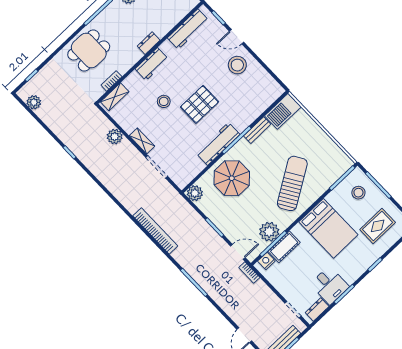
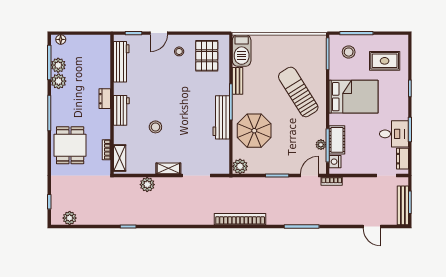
stool: (237, 65) -> (179, 51), width x0.53, depth x0.53
pallet: (200, 104) -> (207, 56), moved
rug: (378, 226) -> (385, 61), turned 90
plant: (269, 232) -> (321, 145), width x0.53, depth x0.53

